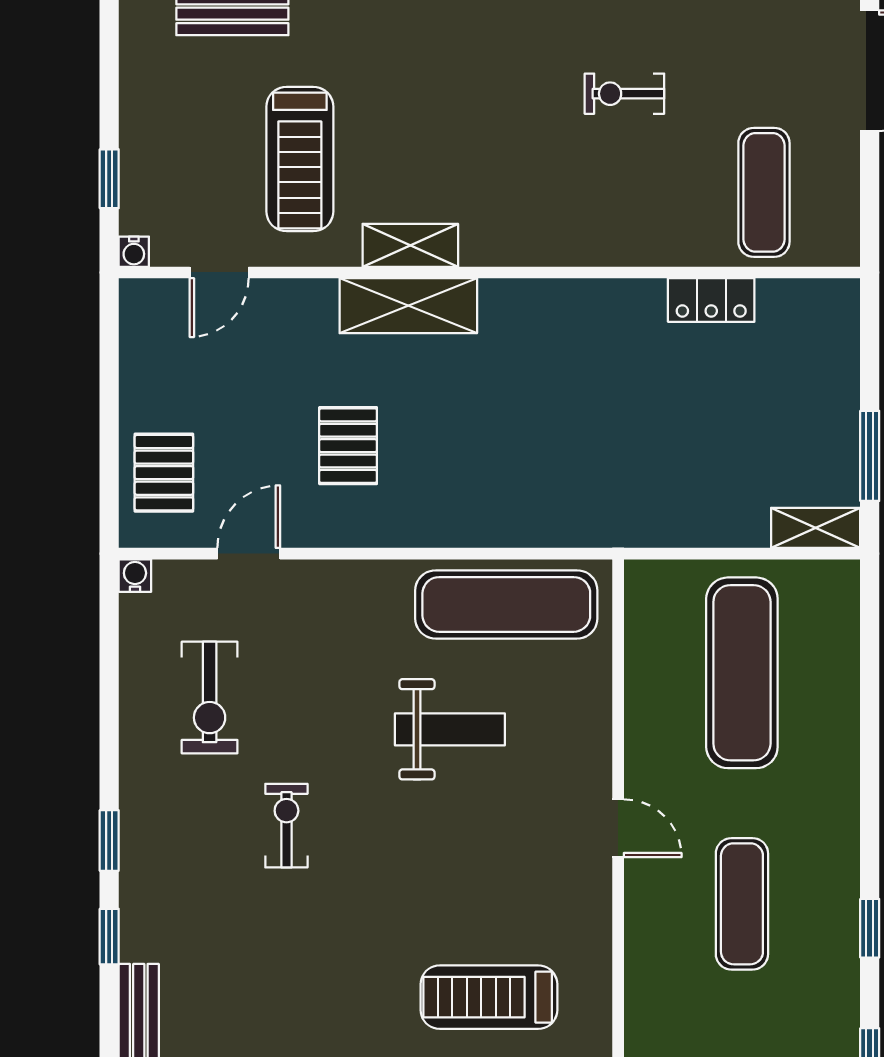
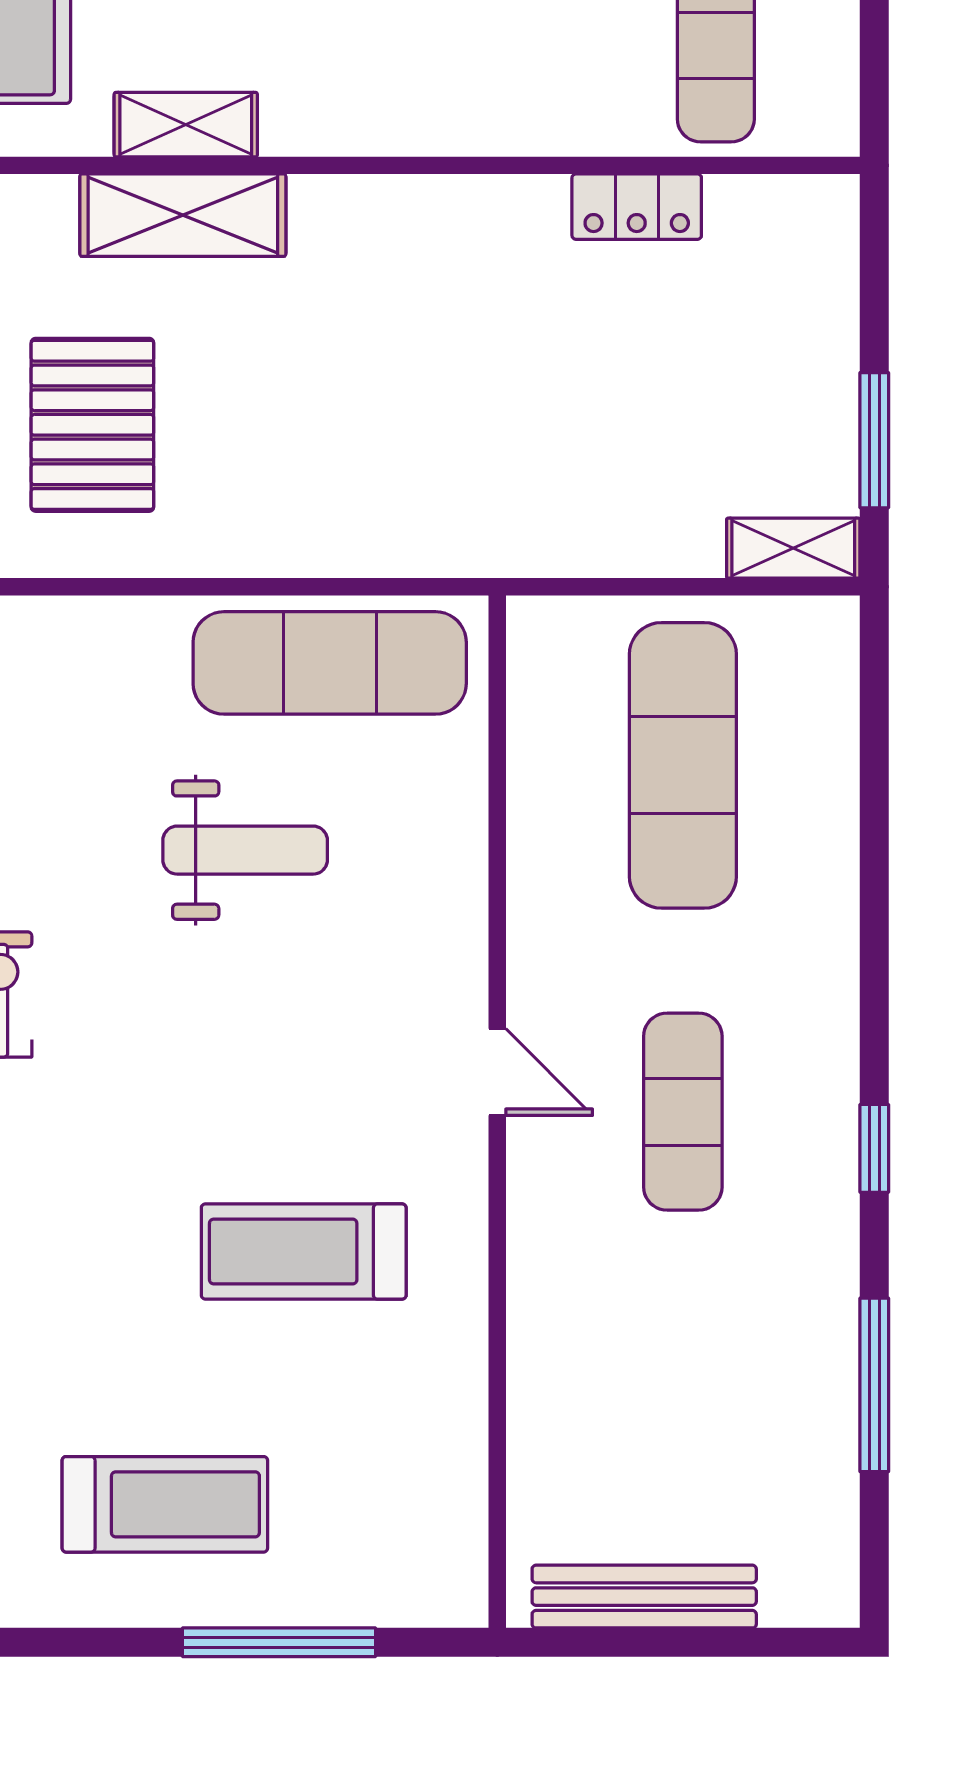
pallet: (348, 446) -> (92, 425), width x1.50, depth x1.42
door: (618, 828) -> (497, 1072), moved

